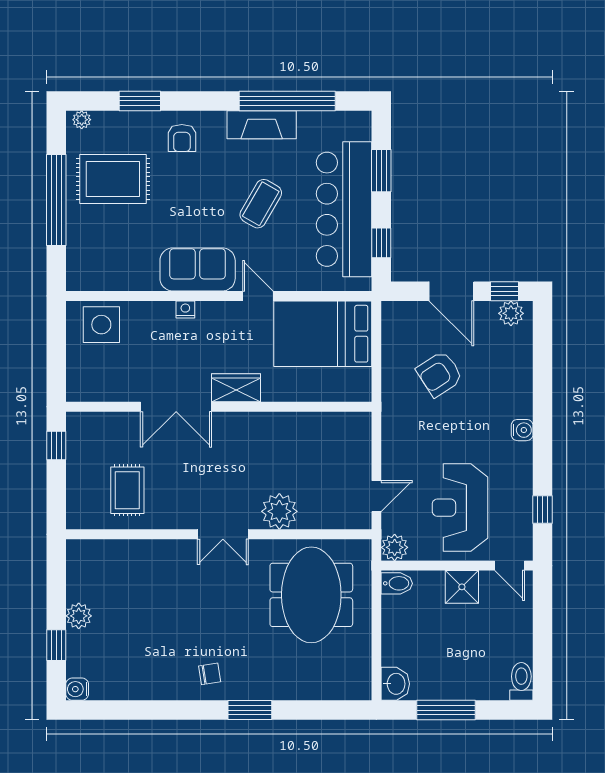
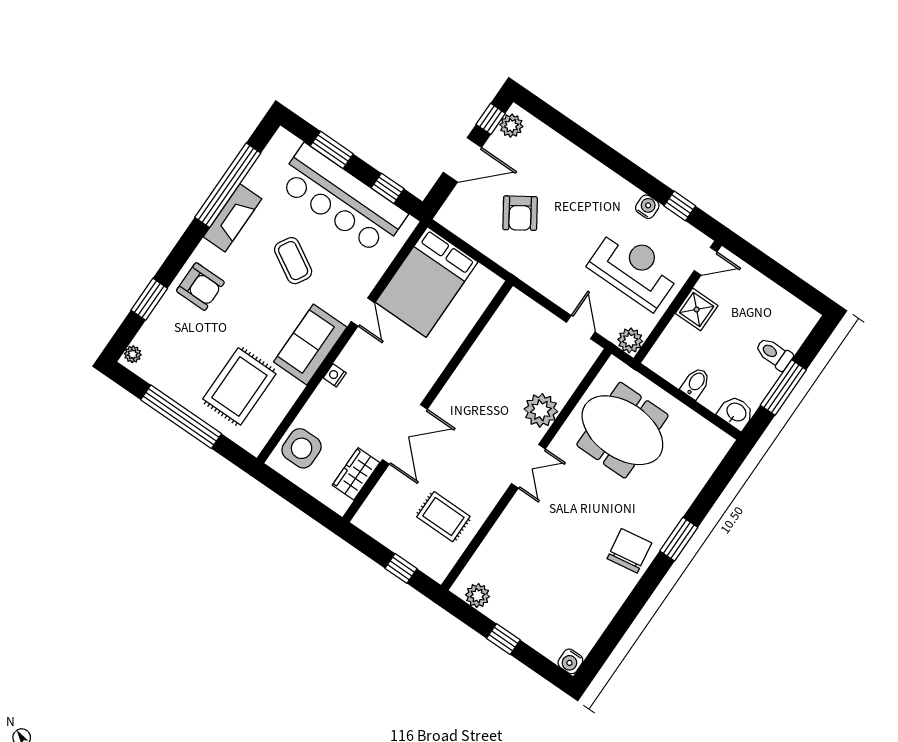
armchair: (182, 138) -> (200, 287), width x1.38, depth x1.38
rug: (113, 179) -> (239, 386), moved
door: (258, 296) -> (363, 312), swing flipped
wardrobe: (236, 388) -> (356, 474), moved
water cooler: (522, 430) -> (647, 207), moved
window: (56, 446) -> (401, 568), moved
reception desk: (460, 508) -> (634, 269), turned 180
bidet: (397, 583) -> (696, 383), moved
plant: (79, 616) -> (478, 596), moved
window: (56, 645) -> (503, 639), moved
chair: (210, 674) -> (629, 551), width x1.87, depth x1.87
toilet: (521, 681) -> (774, 354), moved

